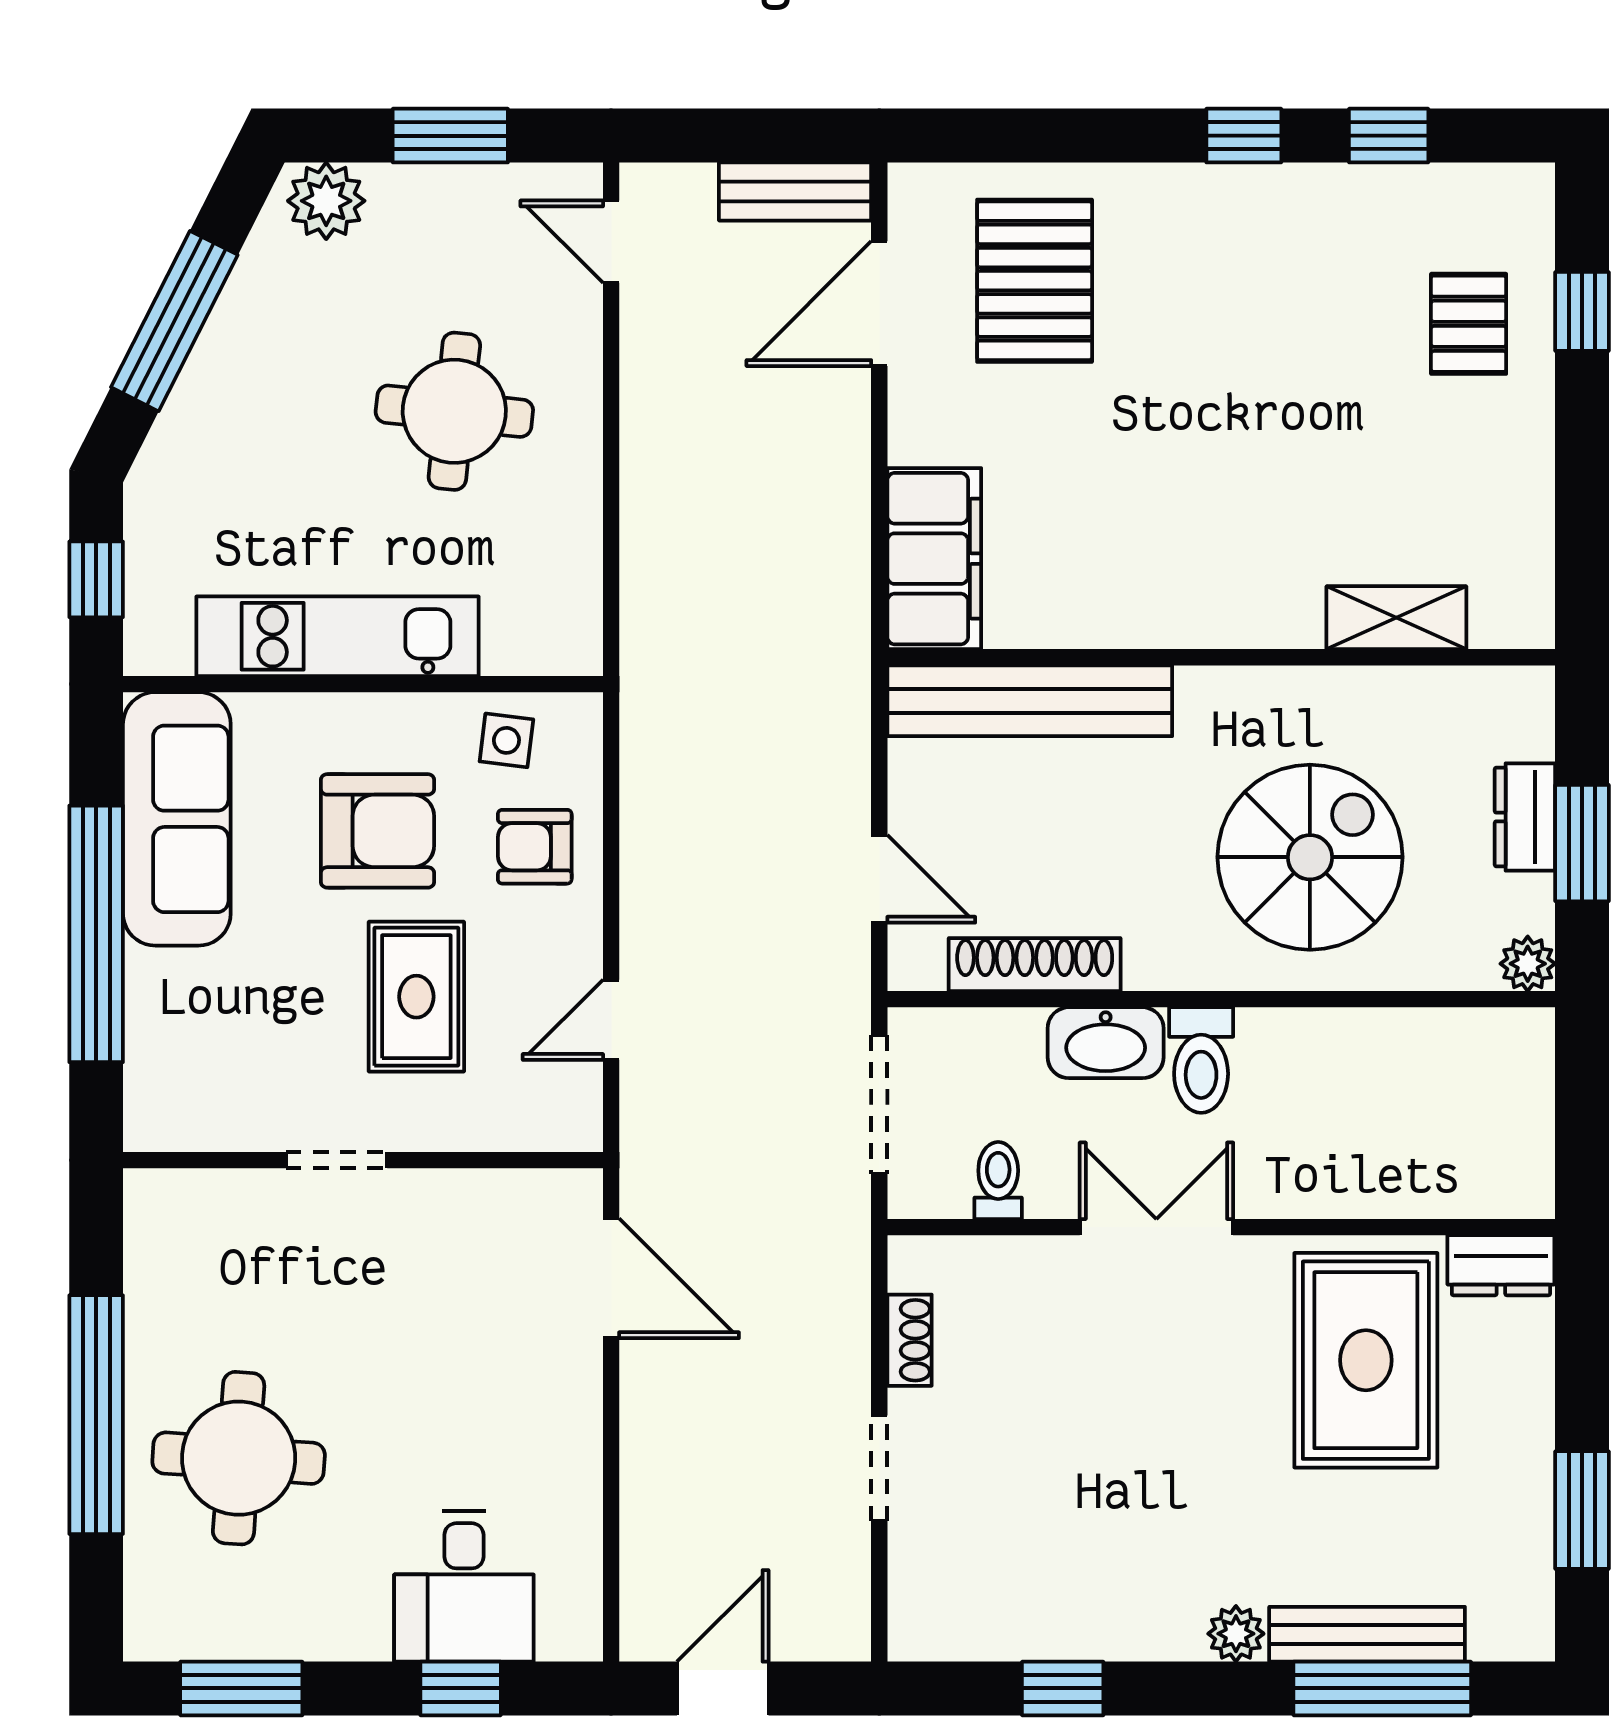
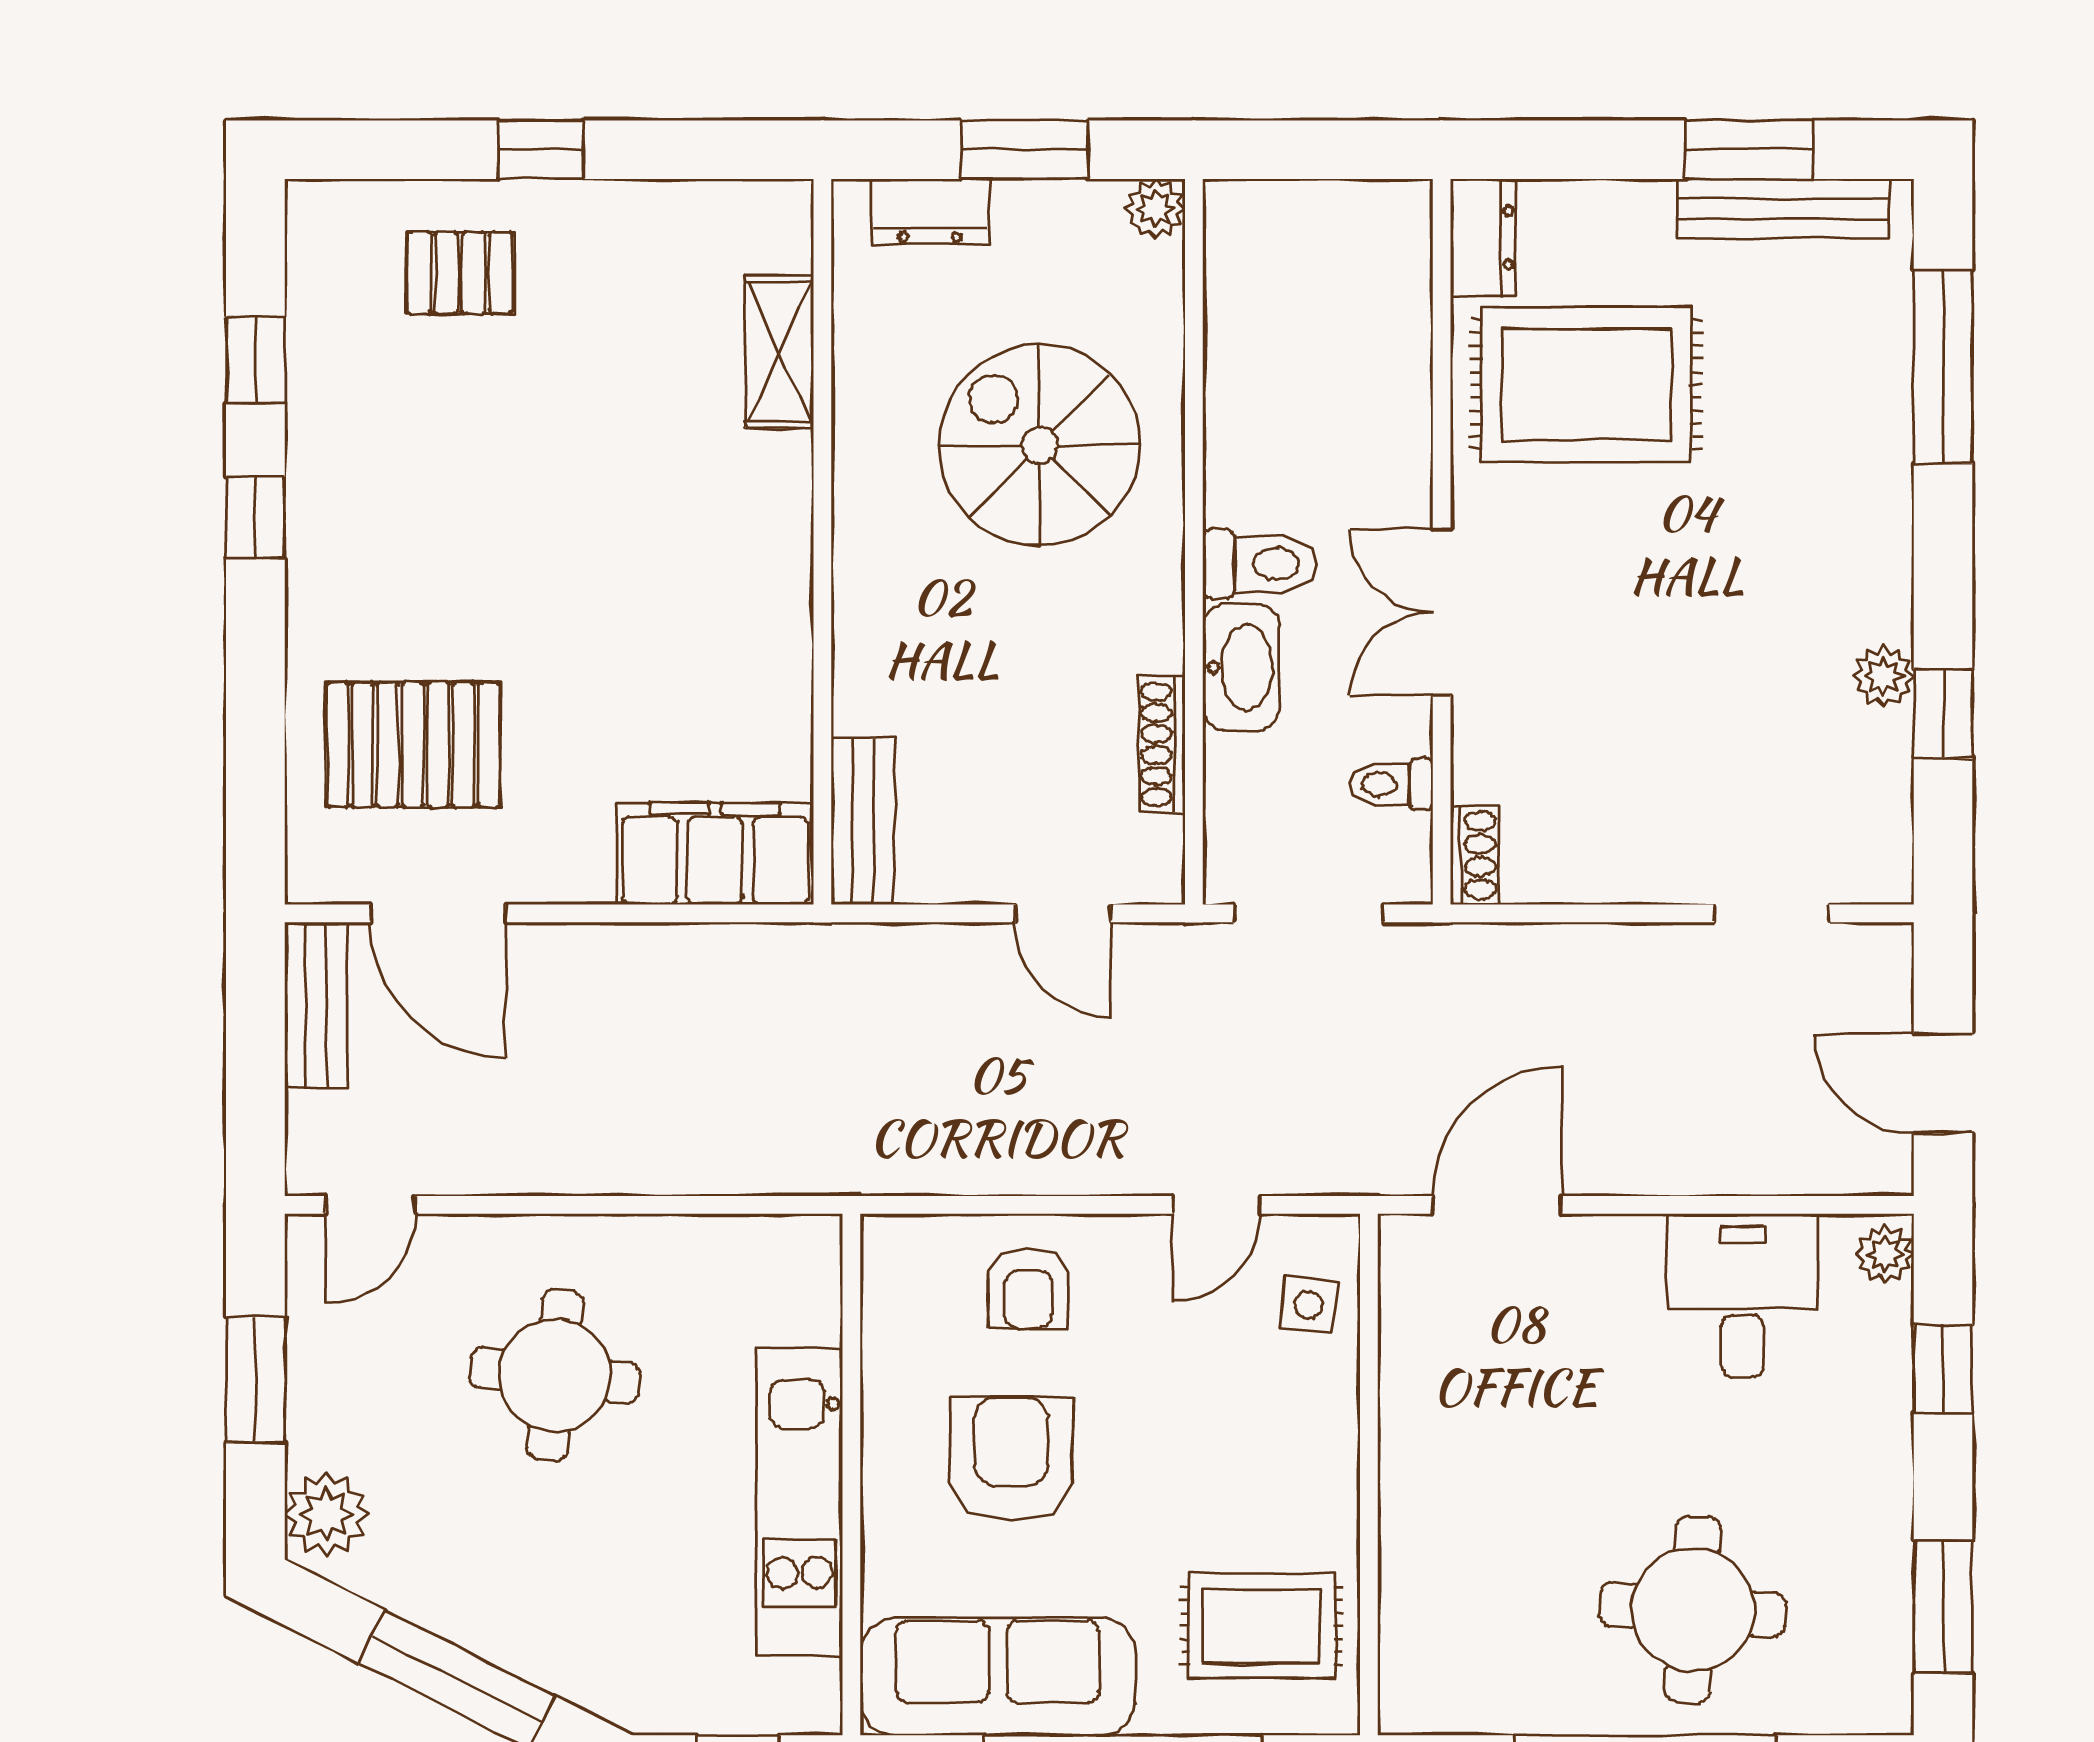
window: (1582, 311) -> (541, 150), moved
bench: (1030, 701) -> (863, 822), width x0.54, depth x0.82
side table: (506, 740) -> (1308, 1305), moved
dresser: (1525, 817) -> (930, 212), moved
door: (879, 879) -> (1063, 913), swing flipped
shoe rack: (1035, 965) -> (1162, 745), width x0.74, depth x0.81
rug: (416, 997) -> (1262, 1626), moved
door: (611, 1020) -> (1216, 1205), hinge flipped
doorway: (337, 1160) -> (1369, 1503), removed
shoe rack: (909, 1340) -> (1475, 855), moved, turned 90
doorway: (879, 1468) -> (1772, 913), moved
desk: (464, 1586) -> (1742, 1295), moved, turned -90
plant: (1236, 1634) -> (1884, 676), moved
bench: (1367, 1634) -> (1784, 209), moved, turned 90
plant: (566, 1635) -> (1885, 1254), added

